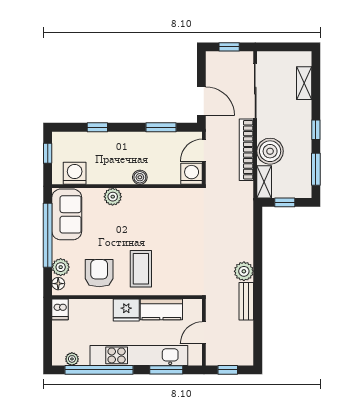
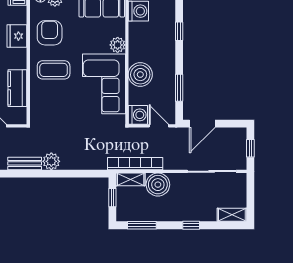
shelving: (304, 83) -> (232, 215), moved
window: (316, 130) -> (191, 225), moved
bookcase: (246, 150) -> (135, 164), moved
boiler: (140, 177) -> (140, 75), width x1.86, depth x1.86
corner sofa: (157, 212) -> (104, 84), added
armchair: (99, 273) -> (50, 33), turned -90
fridge: (126, 310) -> (17, 36), moved

